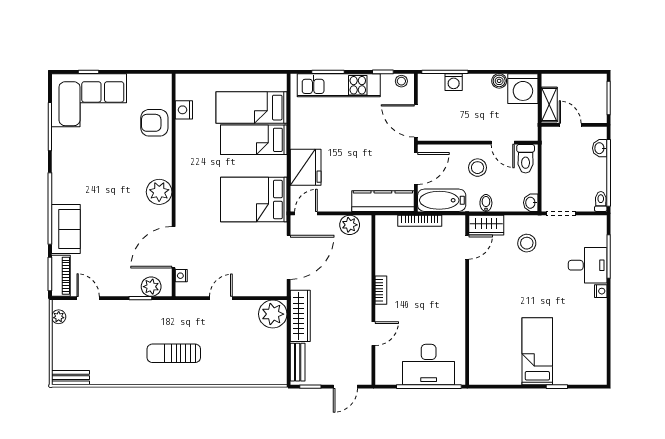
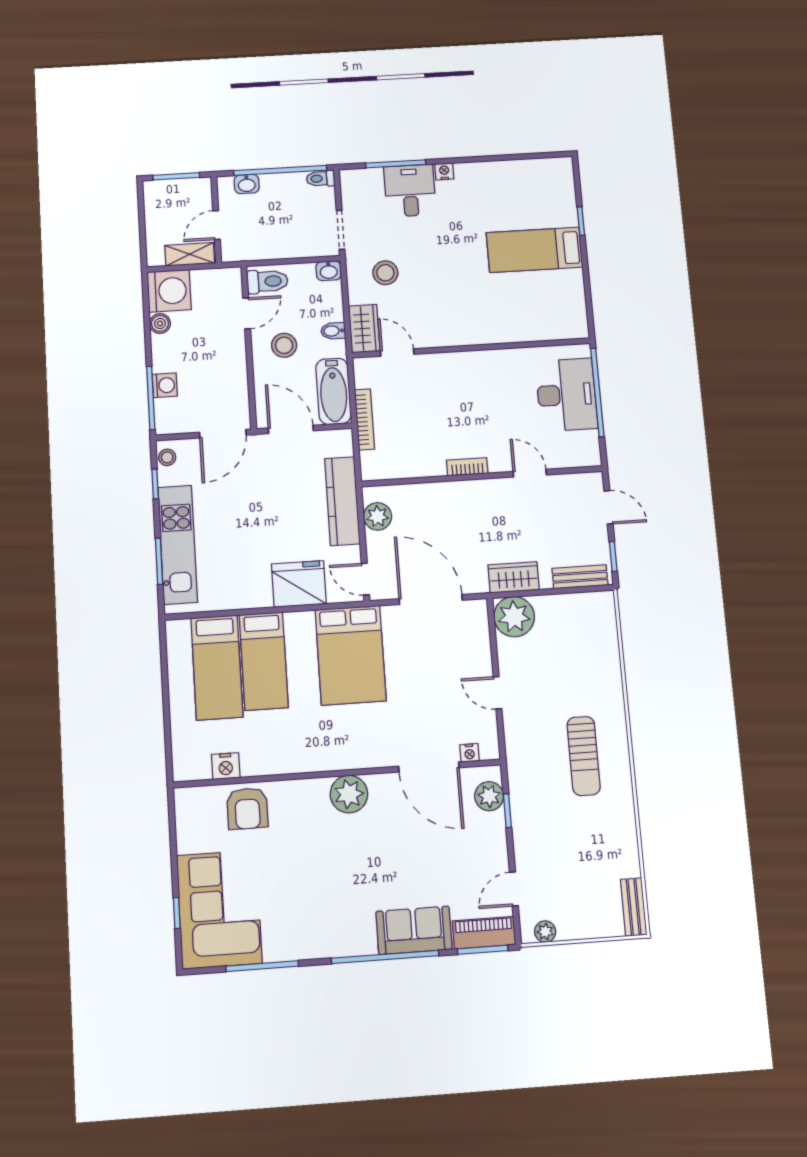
kitchen counter: (383, 201) -> (342, 501), moved
wardrobe: (300, 316) -> (514, 577), width x0.67

